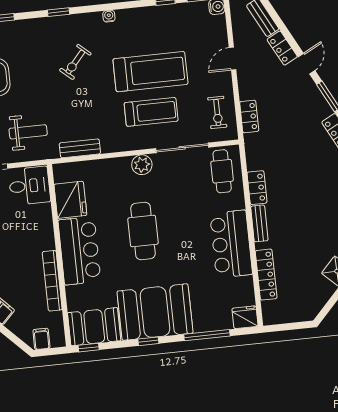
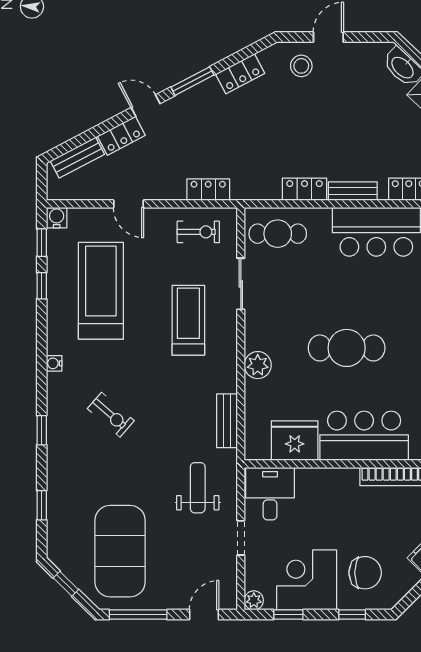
treadmill: (150, 72) -> (101, 291), moved
sliding door: (182, 148) -> (241, 284), width x0.73
plant: (142, 165) -> (258, 365), moved

